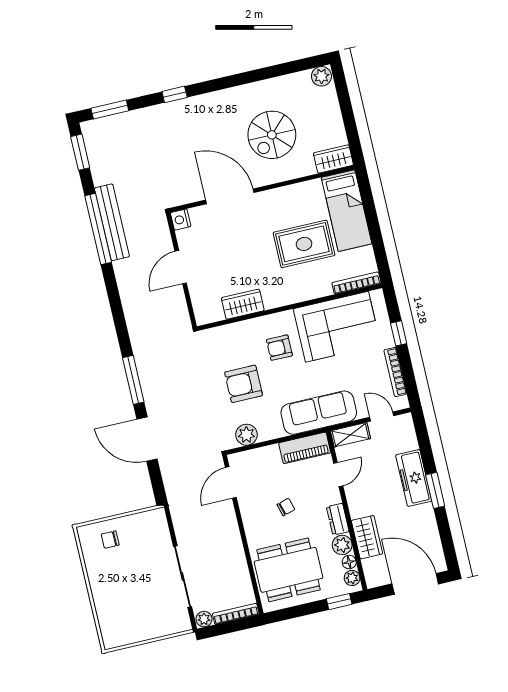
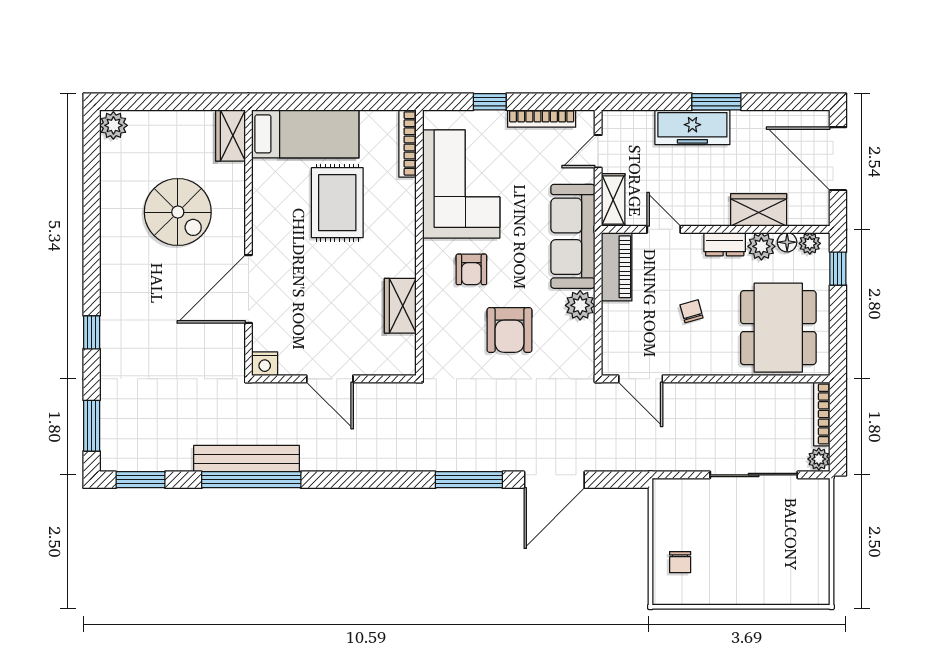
plant: (246, 435) -> (580, 305), moved
door: (415, 584) -> (838, 159), hinge flipped

